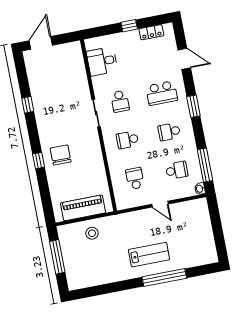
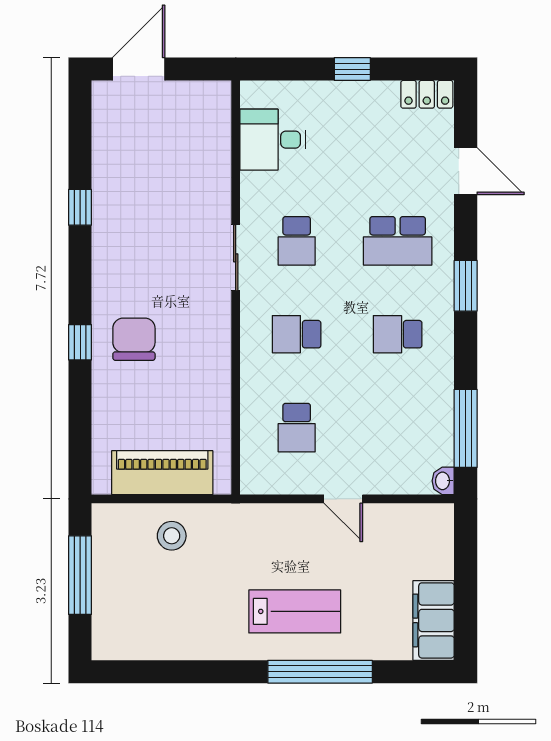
locker: (151, 32) -> (427, 94), moved
school desk: (177, 170) -> (398, 428), removed
school desk: (135, 178) -> (297, 428), turned 180
filing cabinet: (207, 247) -> (434, 620), added

